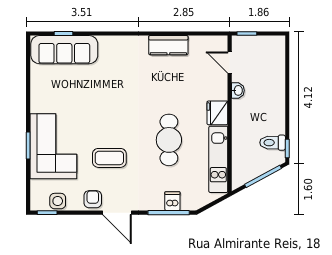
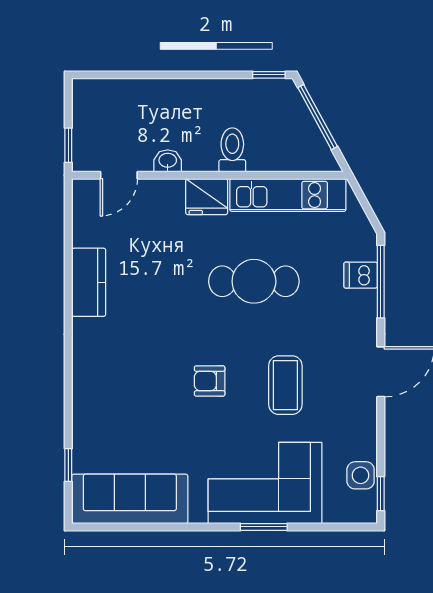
sofa: (64, 50) -> (130, 499), moved, turned -90
toilet: (273, 143) -> (232, 150), moved, turned 180
armchair: (93, 199) -> (210, 381), moved

